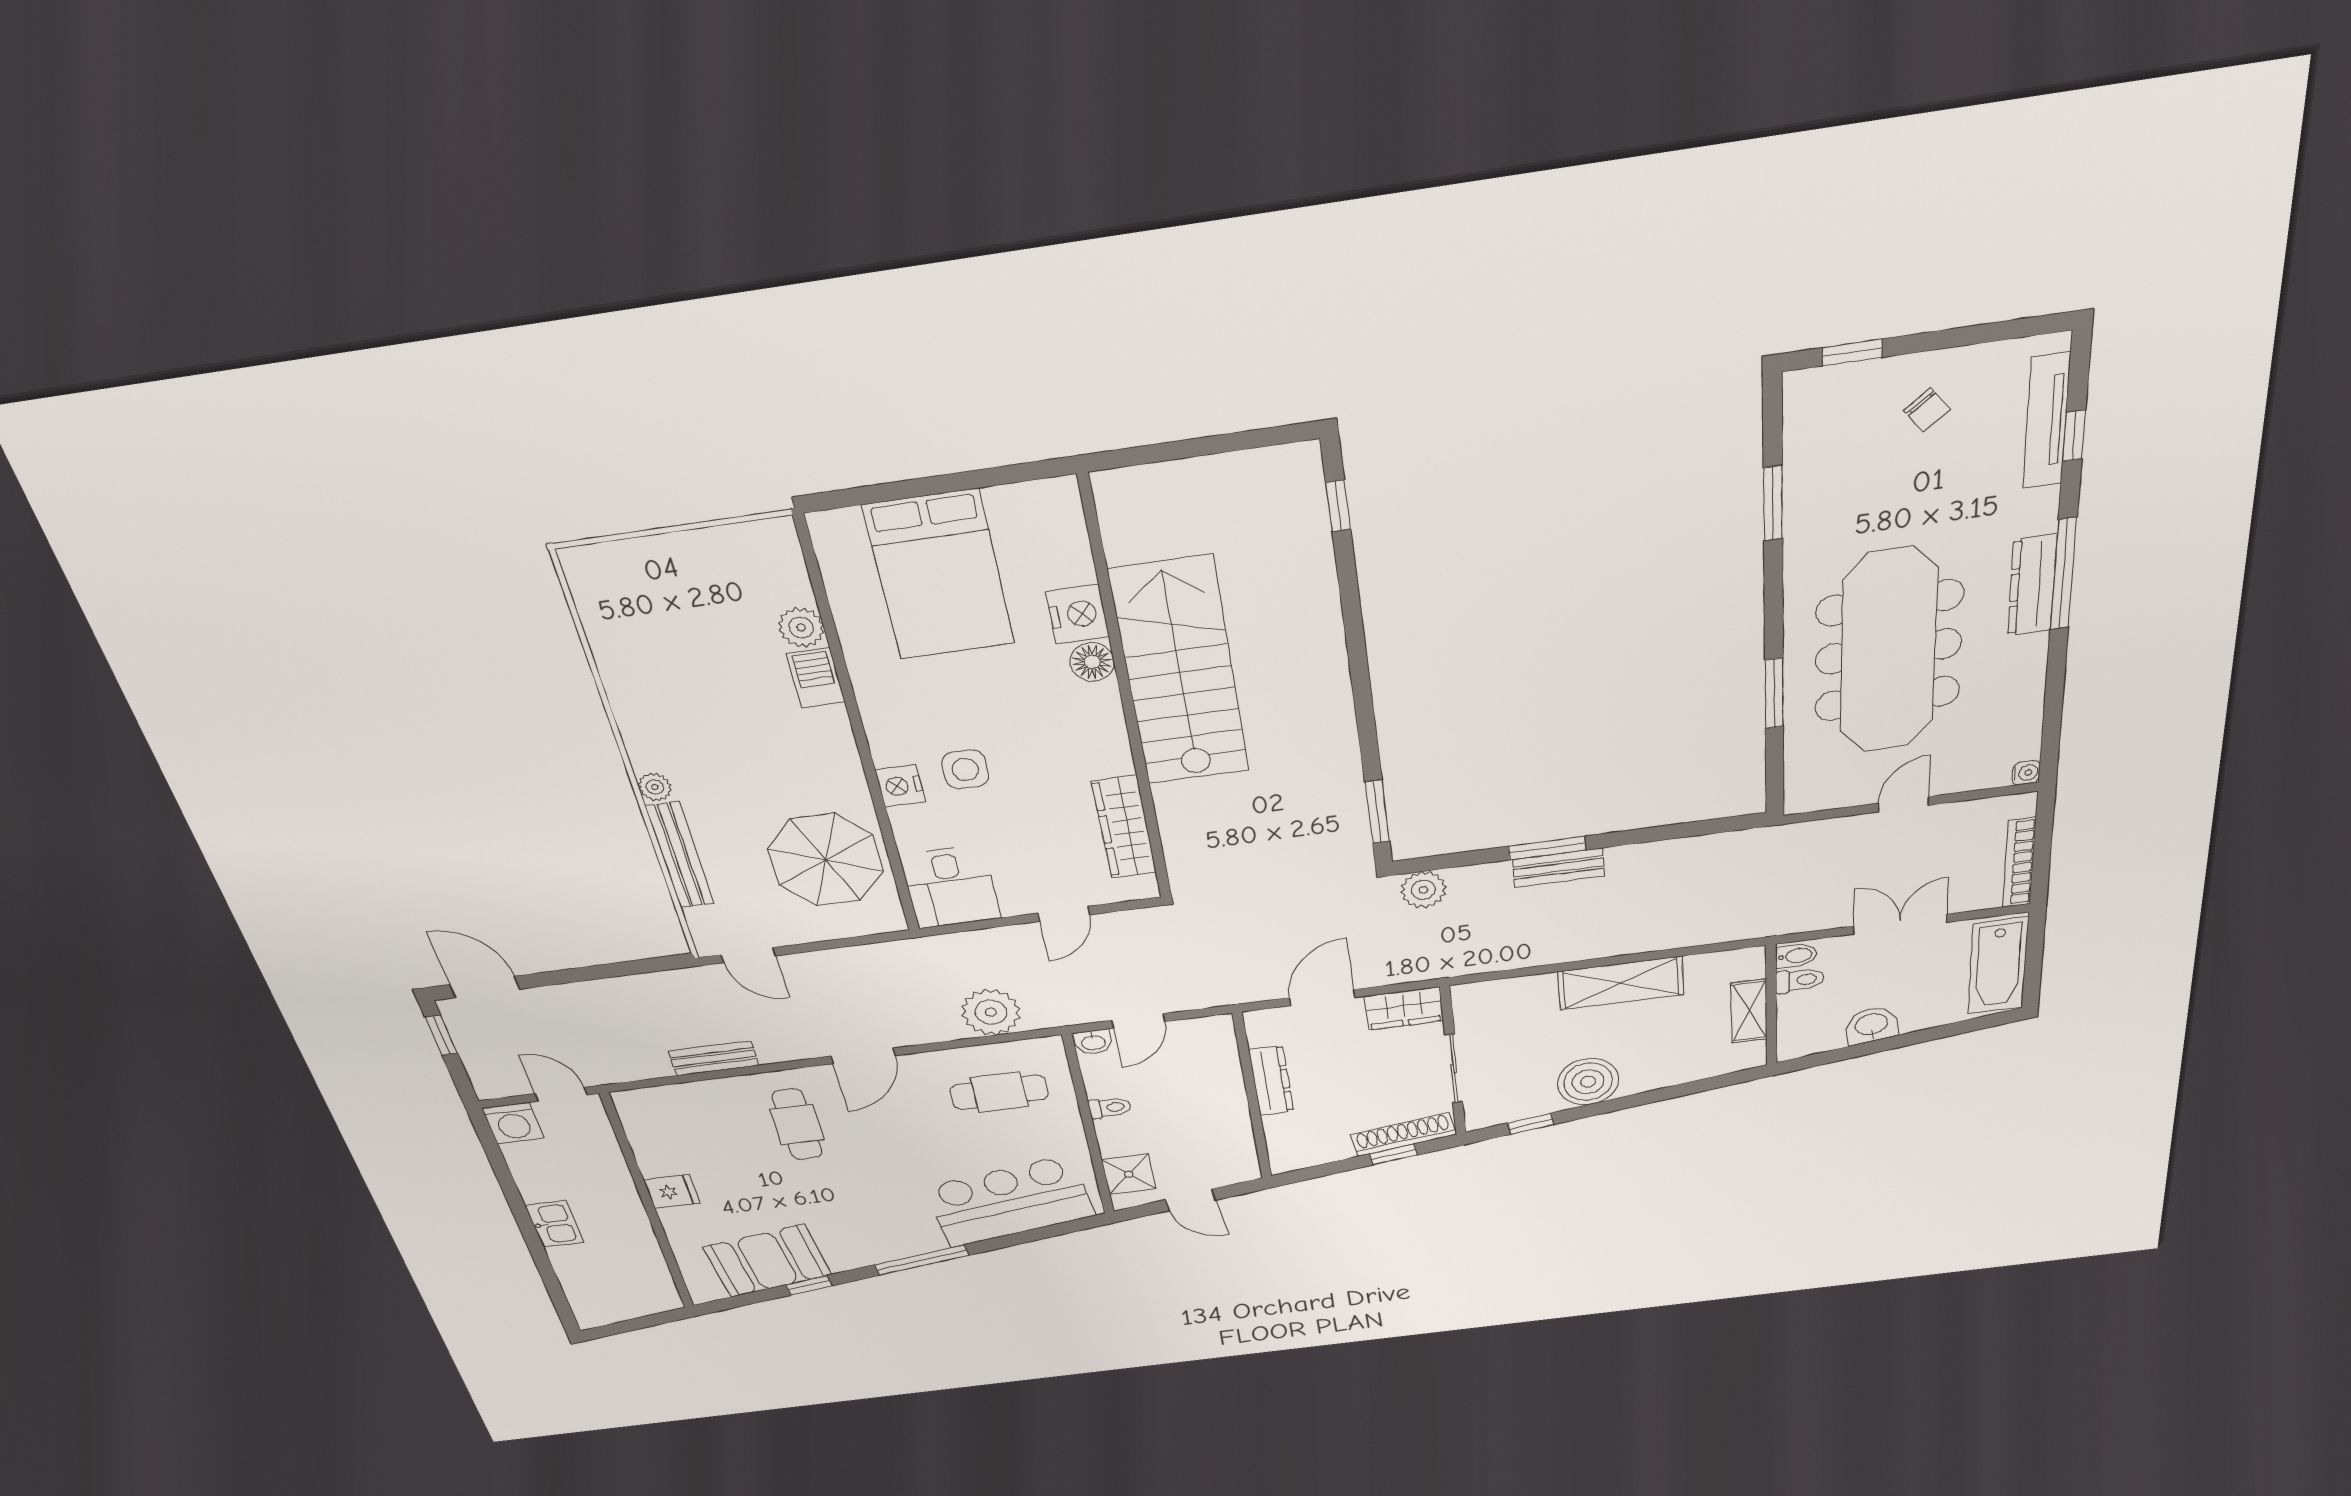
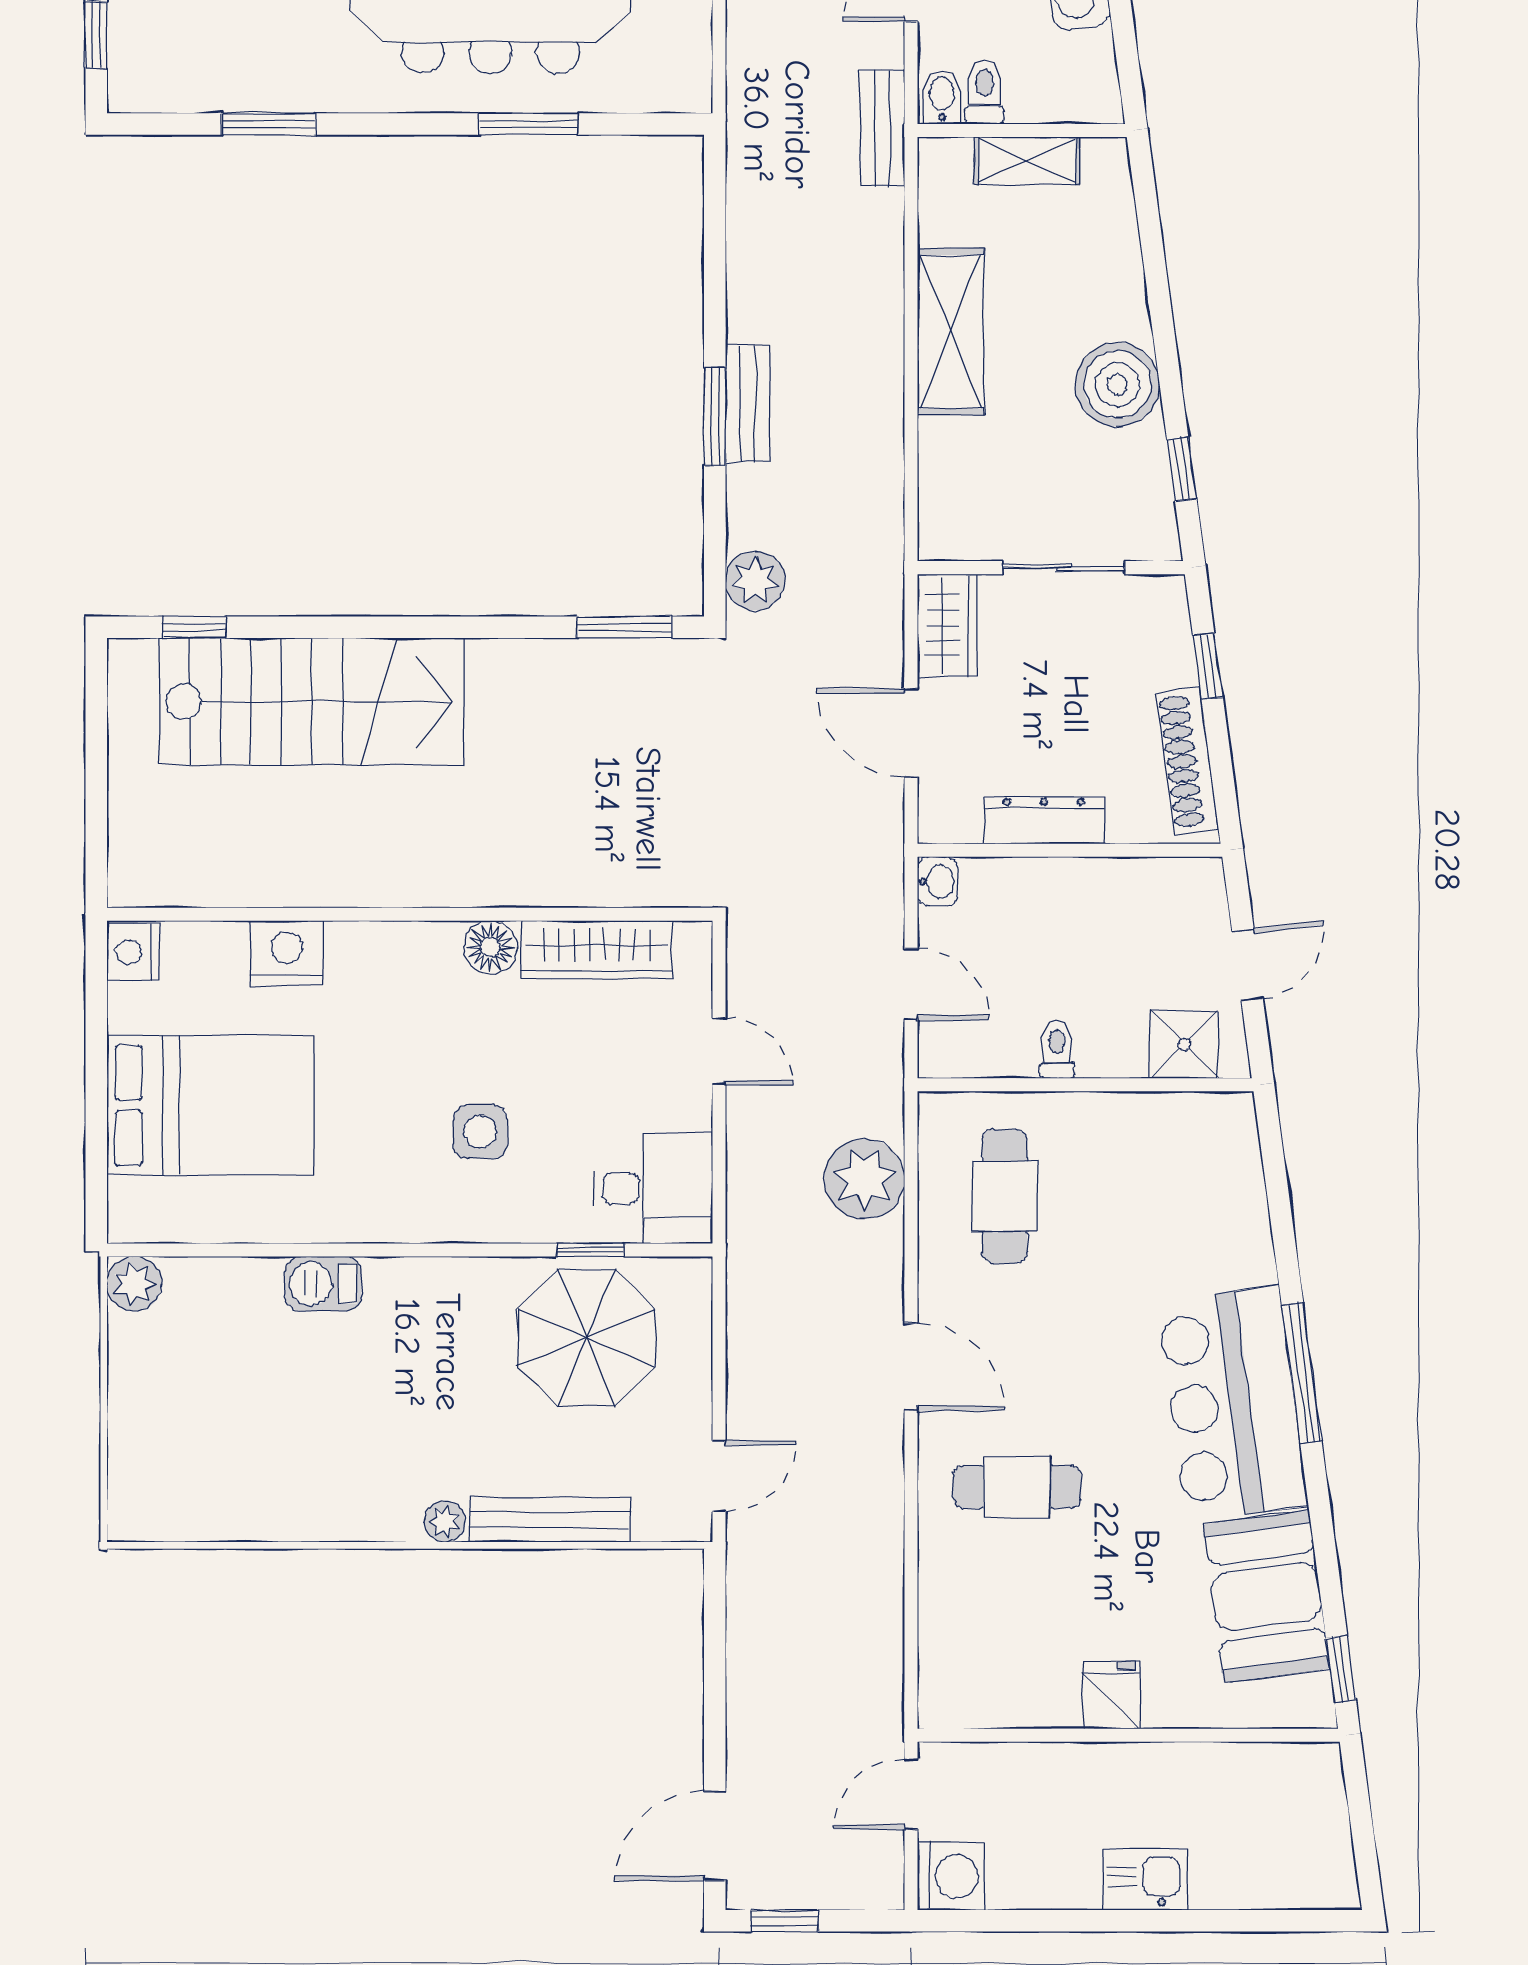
plant: (801, 628) -> (134, 1284), moved
floor lamp: (1092, 662) -> (490, 947), moved
stairs: (1180, 672) -> (312, 702), moved, turned 180
nightstand: (900, 786) -> (133, 952), moved, turned 90
window: (893, 854) -> (591, 1250), added
washbasin: (1093, 1042) -> (938, 881), moved
bench: (714, 1058) -> (882, 128), moved
shoe rack: (1403, 1134) -> (1187, 761), moved
bar counter: (1009, 1202) -> (1232, 1404), moved
window: (809, 1285) -> (1341, 1669), moved

